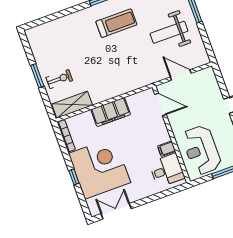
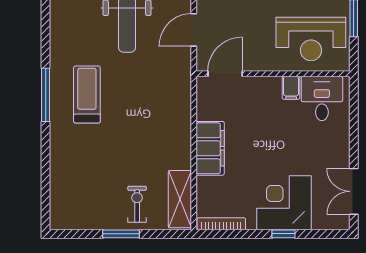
corner desk: (99, 168) -> (284, 203), width x0.74, depth x0.74

